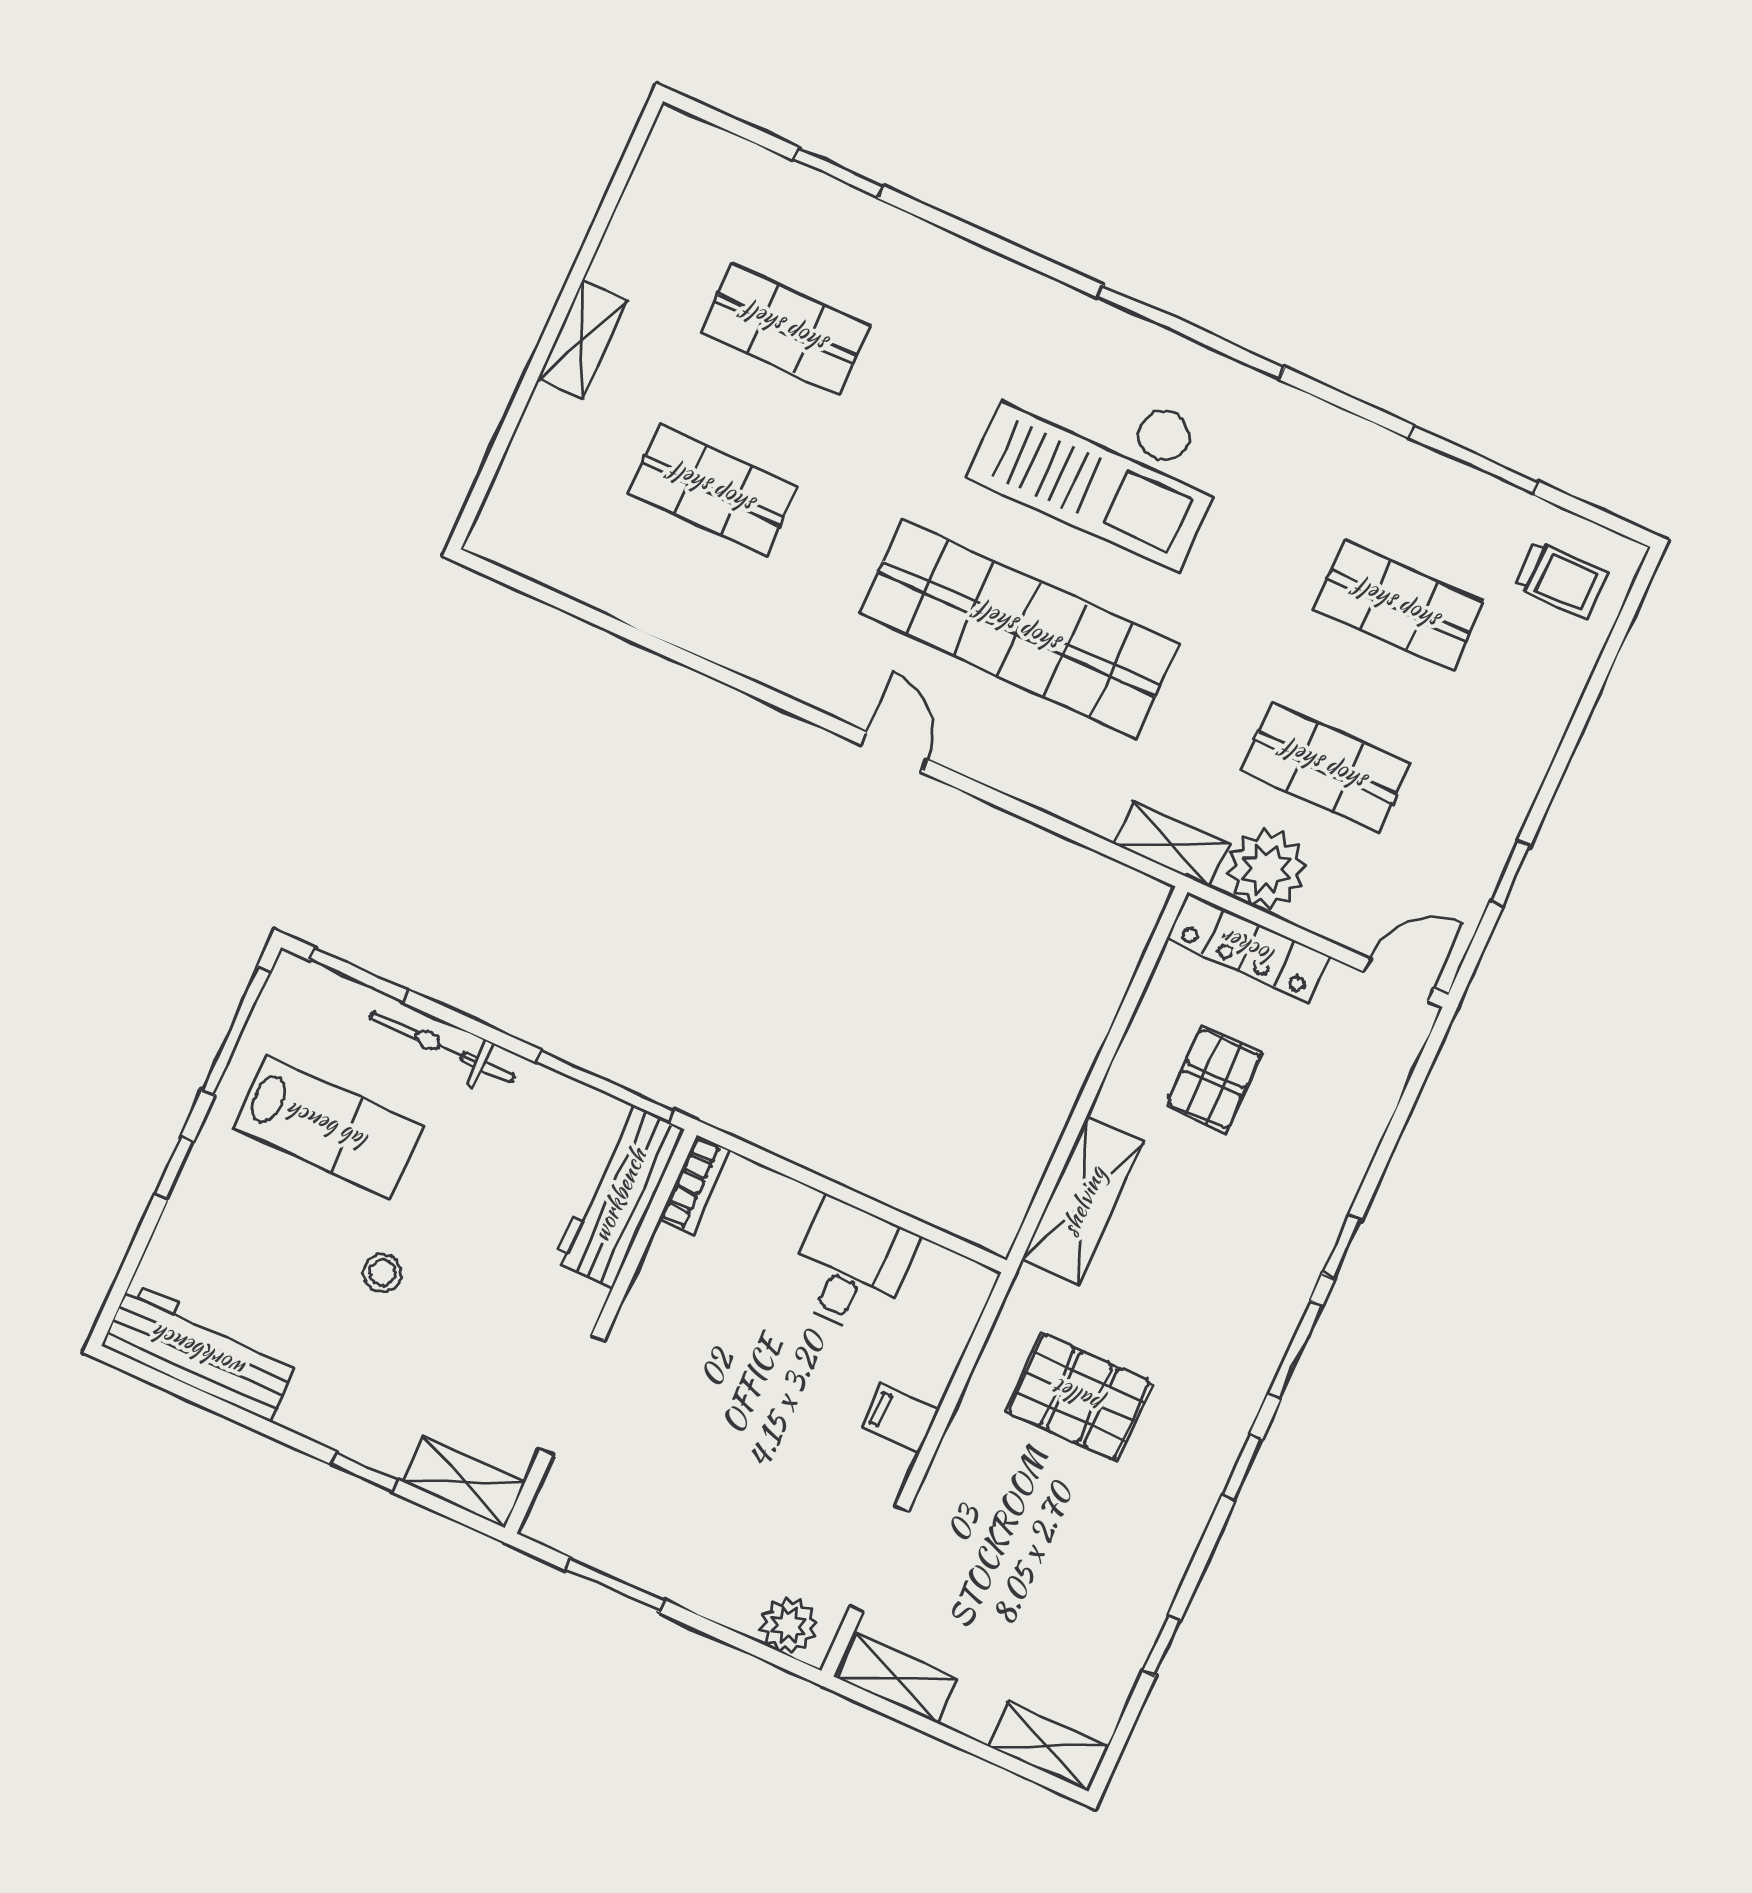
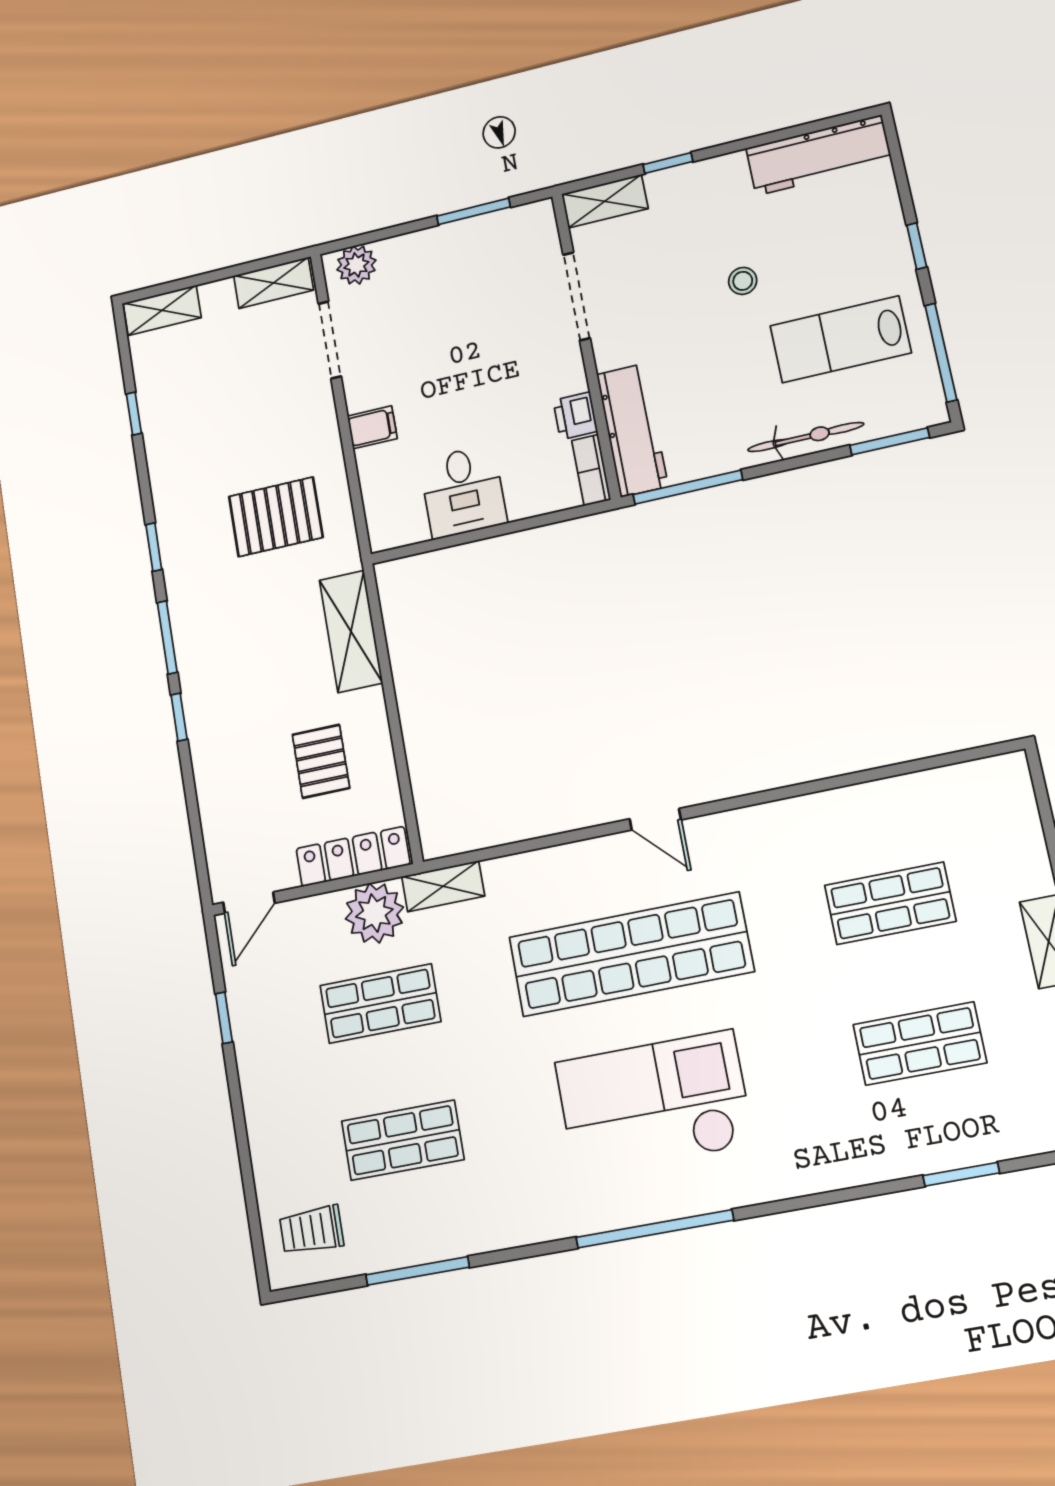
printer: (669, 1259) -> (575, 416), added

